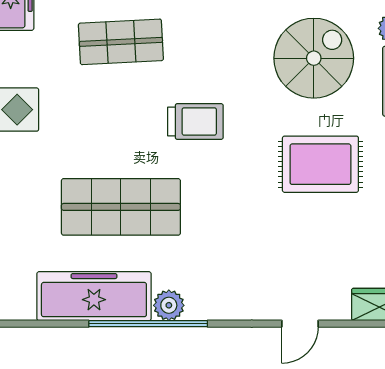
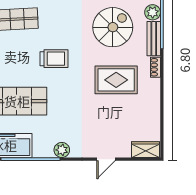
plant: (169, 305) -> (62, 150), moved

